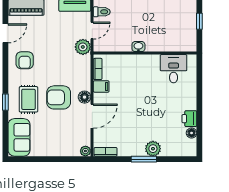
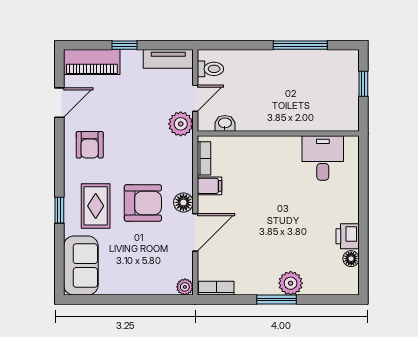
washbasin: (138, 47) -> (225, 123), moved
armchair: (59, 97) -> (143, 203), turned 180

